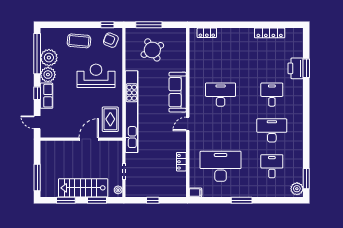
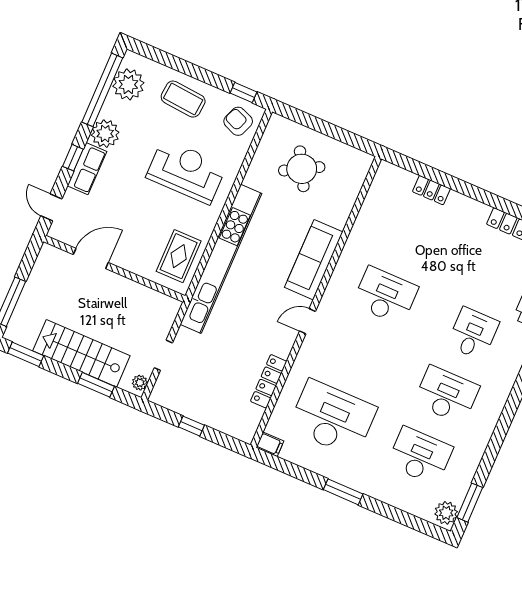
window: (149, 25) -> (315, 123), removed
locker: (207, 33) -> (431, 190), moved
plant: (49, 58) -> (128, 84), moved
door: (89, 139) -> (91, 258), moved
locker: (181, 162) -> (269, 381), width x1.53
desk: (272, 166) -> (420, 456), width x1.37
window: (66, 200) -> (26, 354), moved

